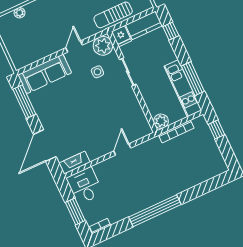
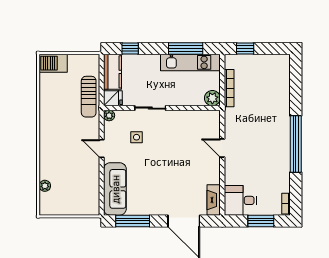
plant: (103, 46) -> (109, 116), width x0.53, depth x0.53

